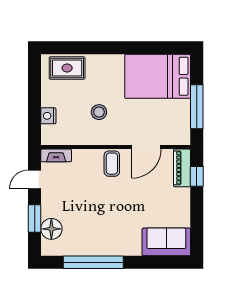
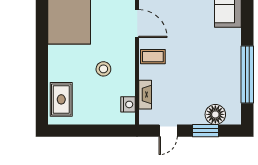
nightstand: (48, 116) -> (128, 104), moved, turned -90
fireplace: (56, 155) -> (145, 95), moved
door: (35, 180) -> (168, 131), hinge flipped

